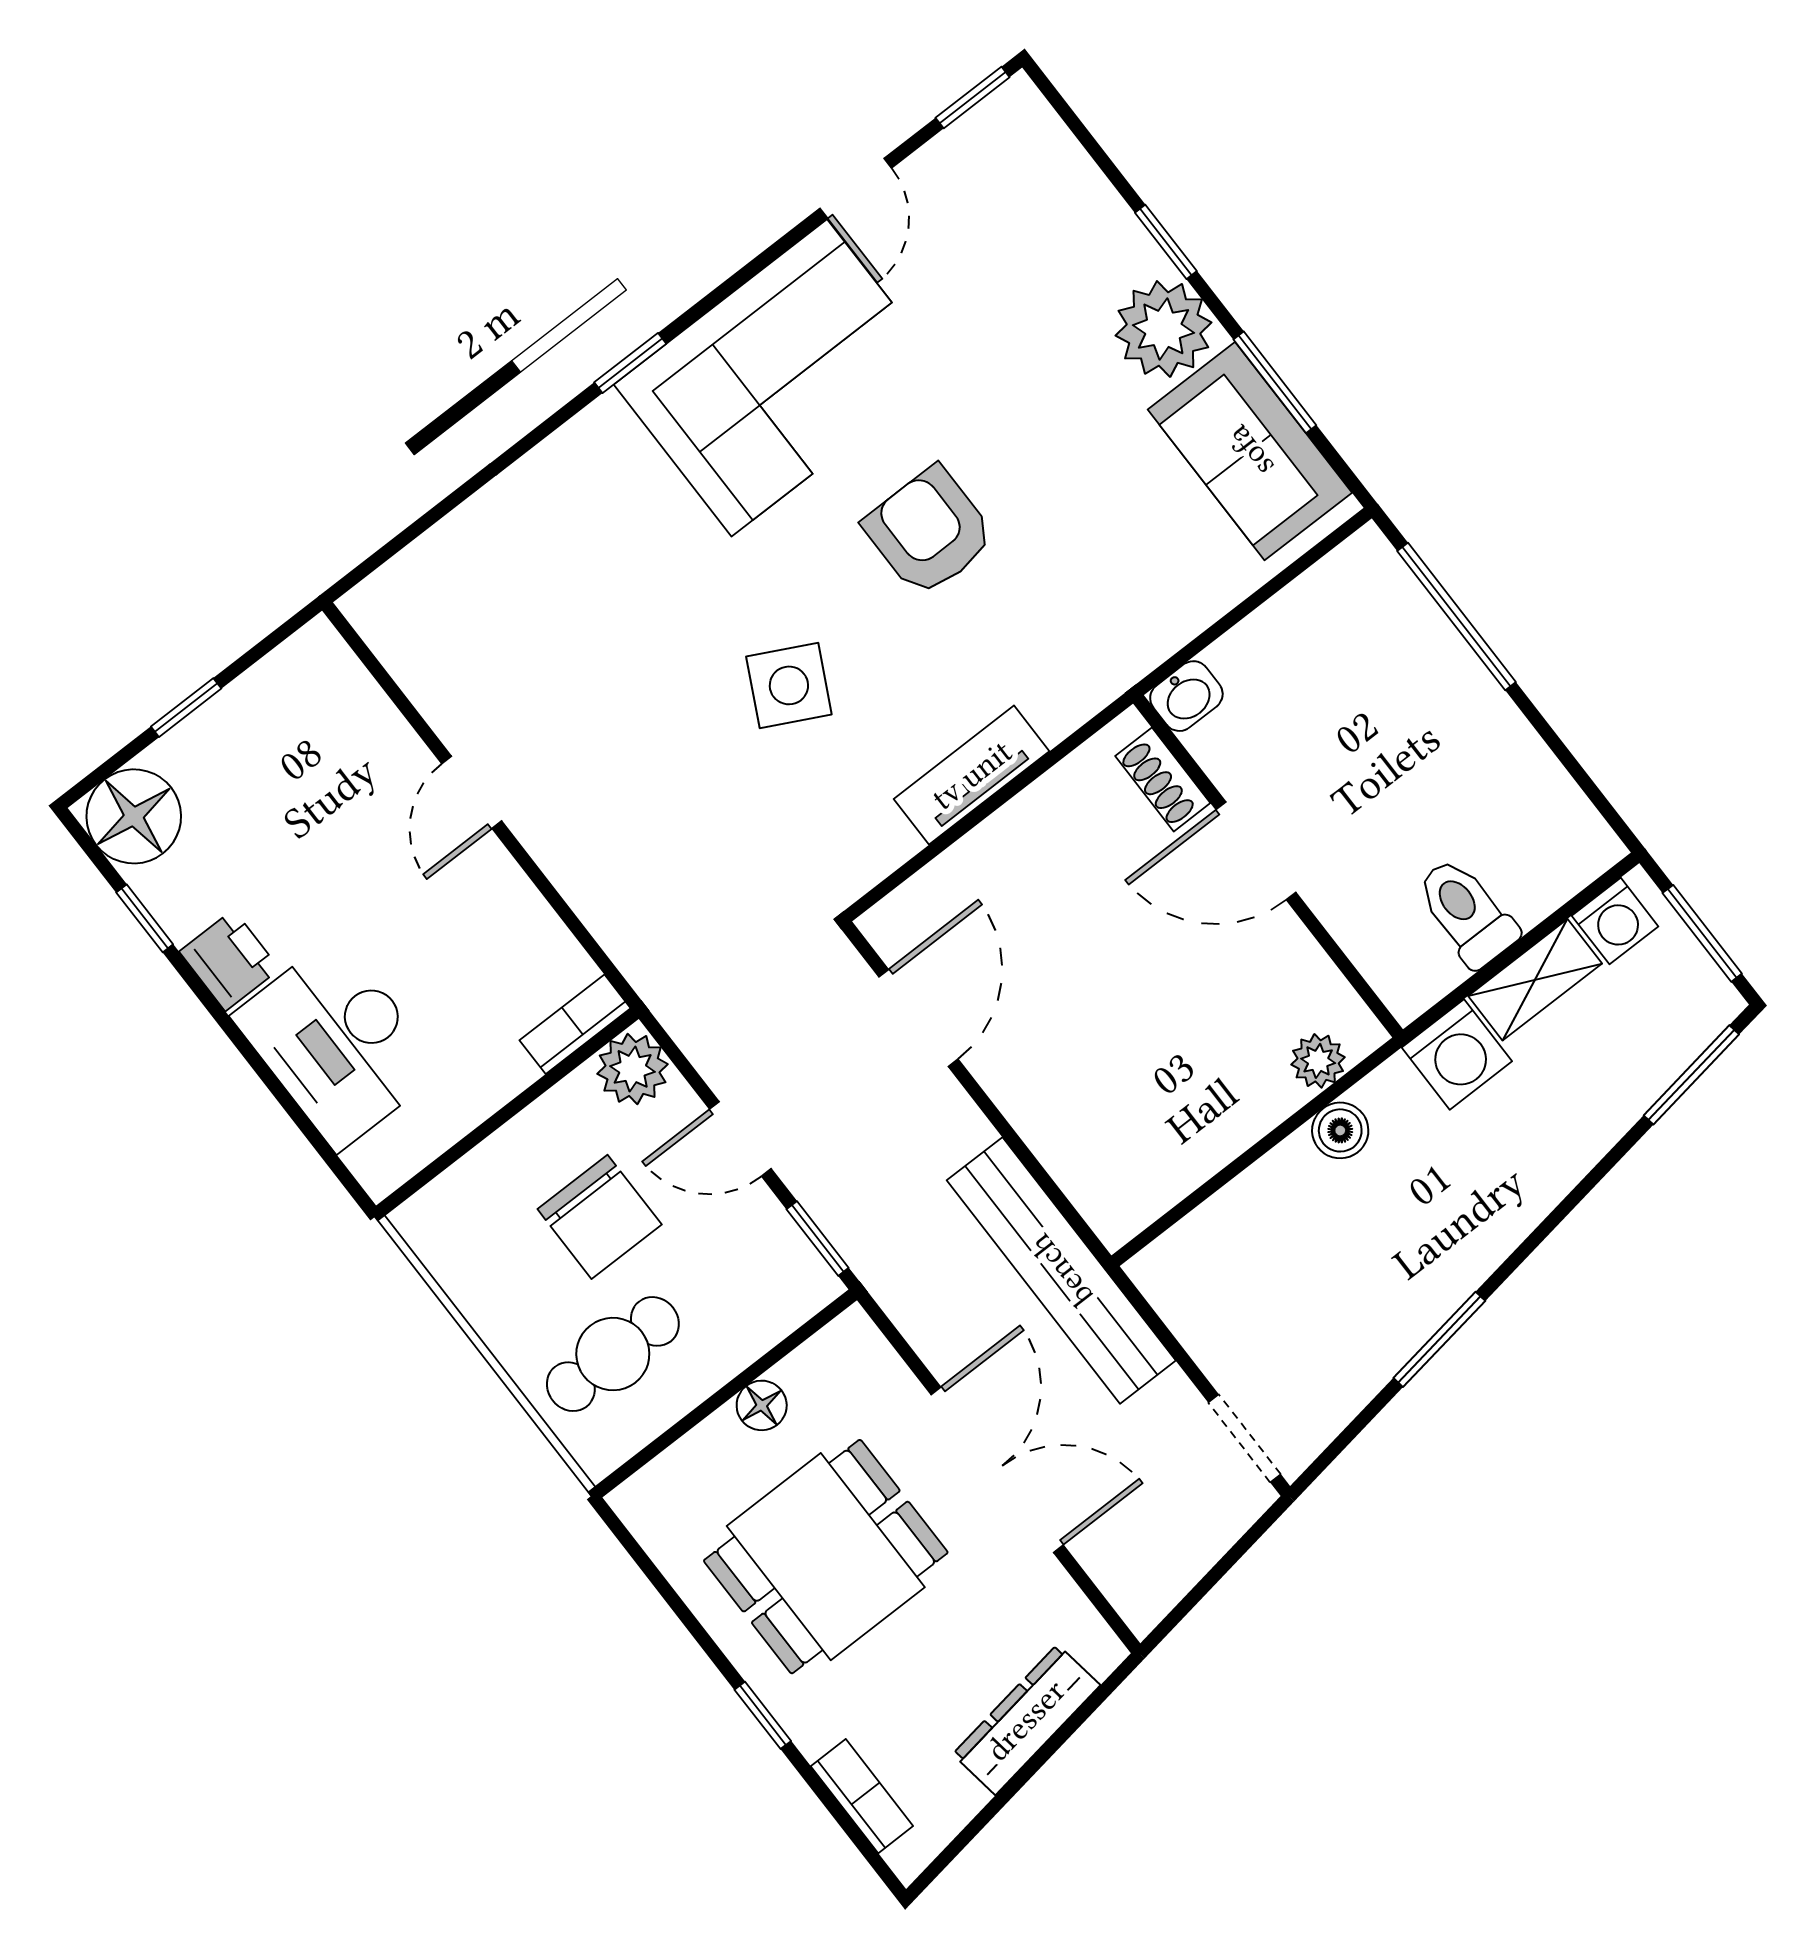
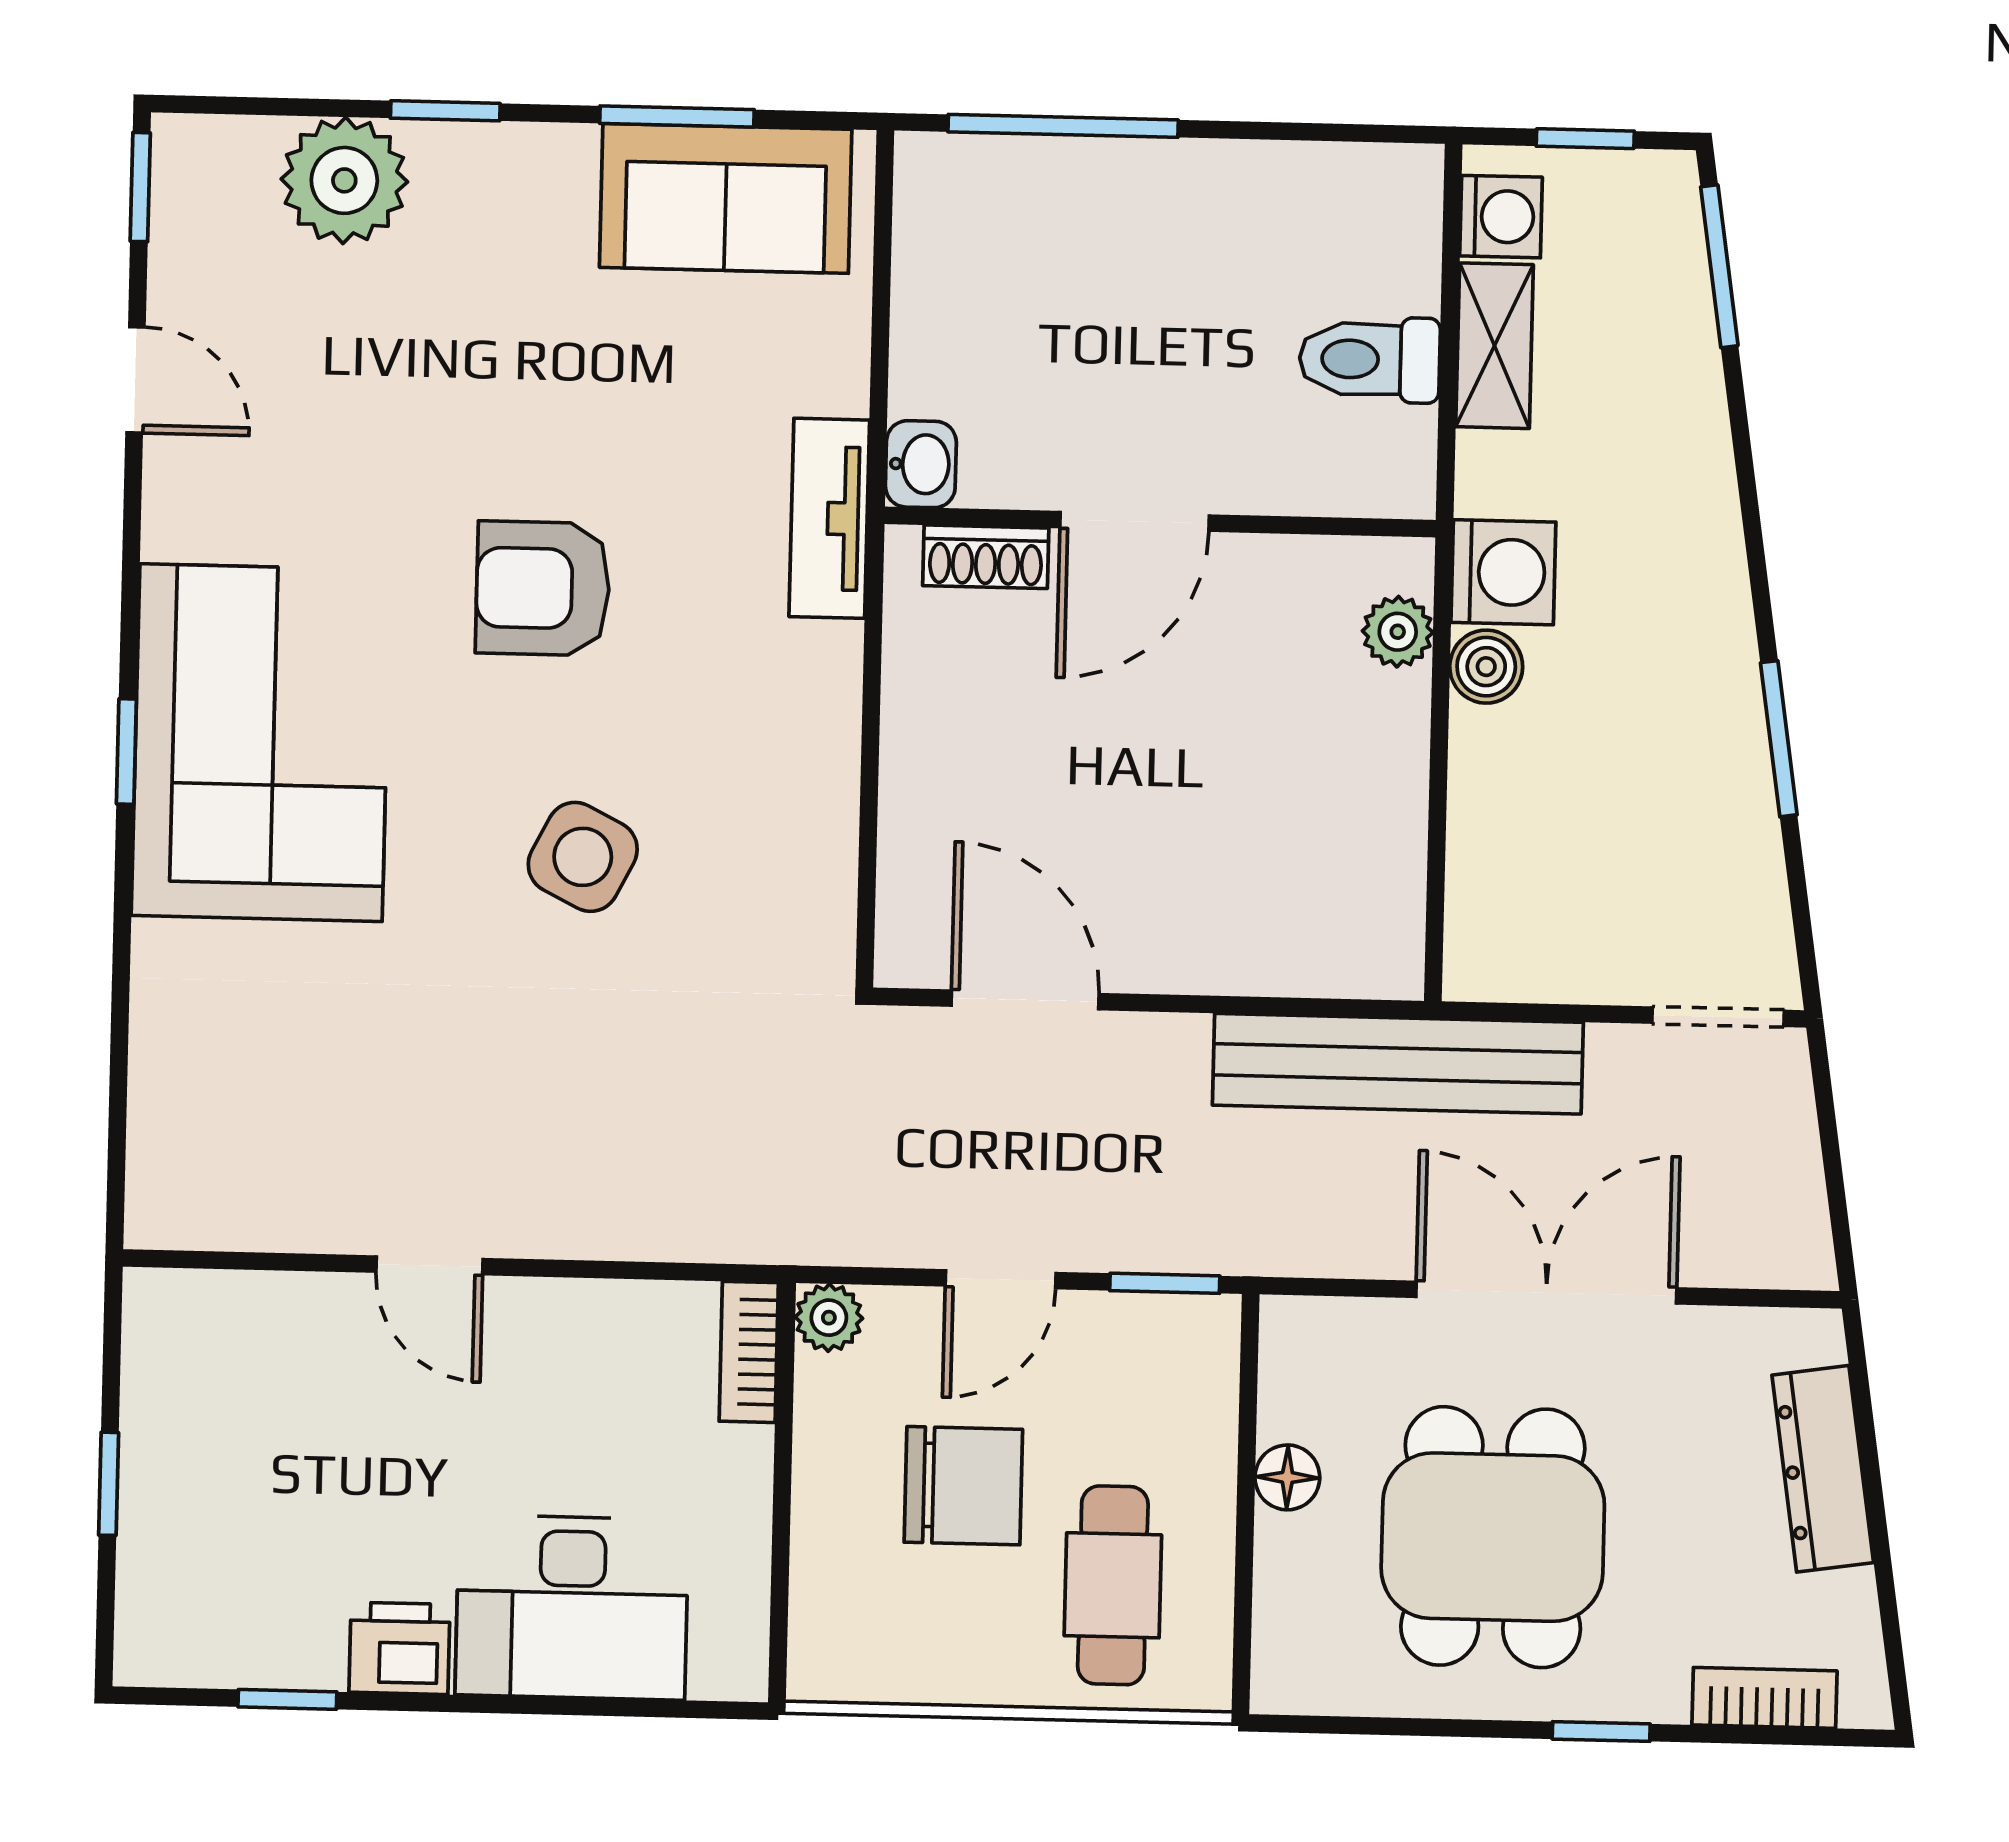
plant: (1163, 329) -> (344, 180), moved
corner sofa: (779, 378) -> (261, 743), moved
tv unit: (972, 775) -> (829, 518), moved
floor lamp: (134, 816) -> (175, 1626), removed
window: (1702, 933) -> (1585, 139), width x0.67
washing machine: (1457, 1054) -> (1503, 572), moved
plant: (633, 1069) -> (829, 1318), width x0.73, depth x0.73

